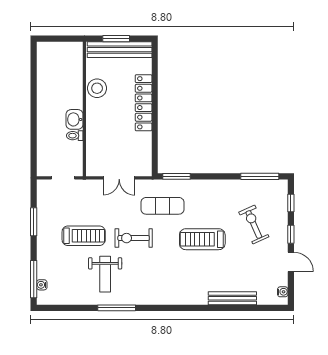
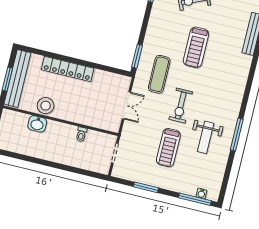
washbasin: (75, 119) -> (37, 124), moved
treadmill: (84, 236) -> (168, 148), turned 180
weight bench: (105, 274) -> (206, 137), turned 90

